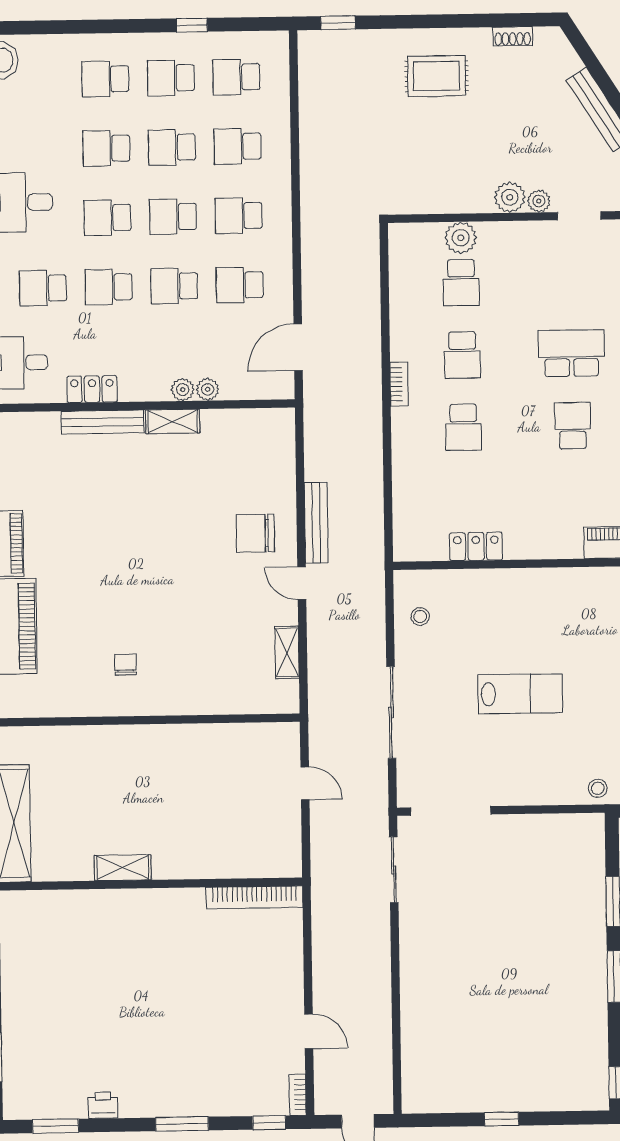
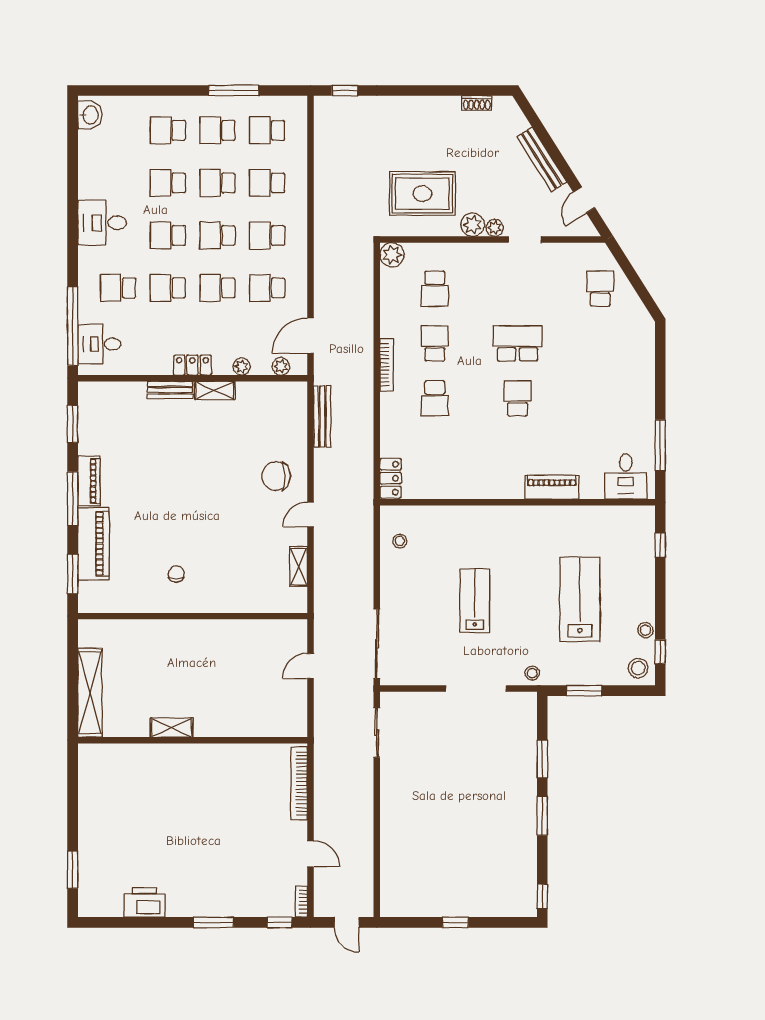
window: (192, 25) -> (234, 91), width x2.17
rug: (436, 76) -> (422, 194), moved, width x1.36, depth x1.43
plant: (461, 238) -> (392, 255), moved
school desk: (462, 355) -> (435, 344), turned 180
bookcase: (399, 384) -> (387, 365), width x1.56
locker: (92, 389) -> (192, 365), moved
plant: (183, 390) -> (281, 366), moved
bench: (103, 422) -> (170, 390), width x0.73
bench: (316, 523) -> (322, 416), moved
locker: (476, 546) -> (391, 478), moved, turned 90
door: (302, 583) -> (311, 514), hinge flipped
lab bench: (520, 694) -> (475, 601), turned -90
sliding door: (391, 712) -> (377, 644), moved
door: (305, 783) -> (311, 666), swing flipped
doorway: (451, 811) -> (476, 689), moved
bookcase: (254, 897) -> (299, 783), moved, turned 90
printer: (103, 1105) -> (144, 903), width x1.87, depth x1.48
window: (55, 1126) -> (118, 922), removed

